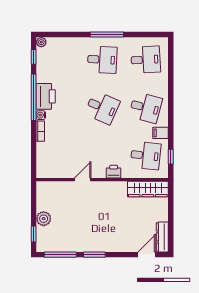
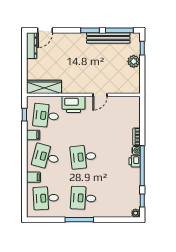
filing cabinet: (160, 84) -> (33, 177), added
printer: (46, 96) -> (135, 161), width x0.53, depth x0.68
desk: (102, 108) -> (83, 157), turned -30
printer: (114, 172) -> (73, 104), width x1.87, depth x1.48
bench: (73, 246) -> (108, 38), added

